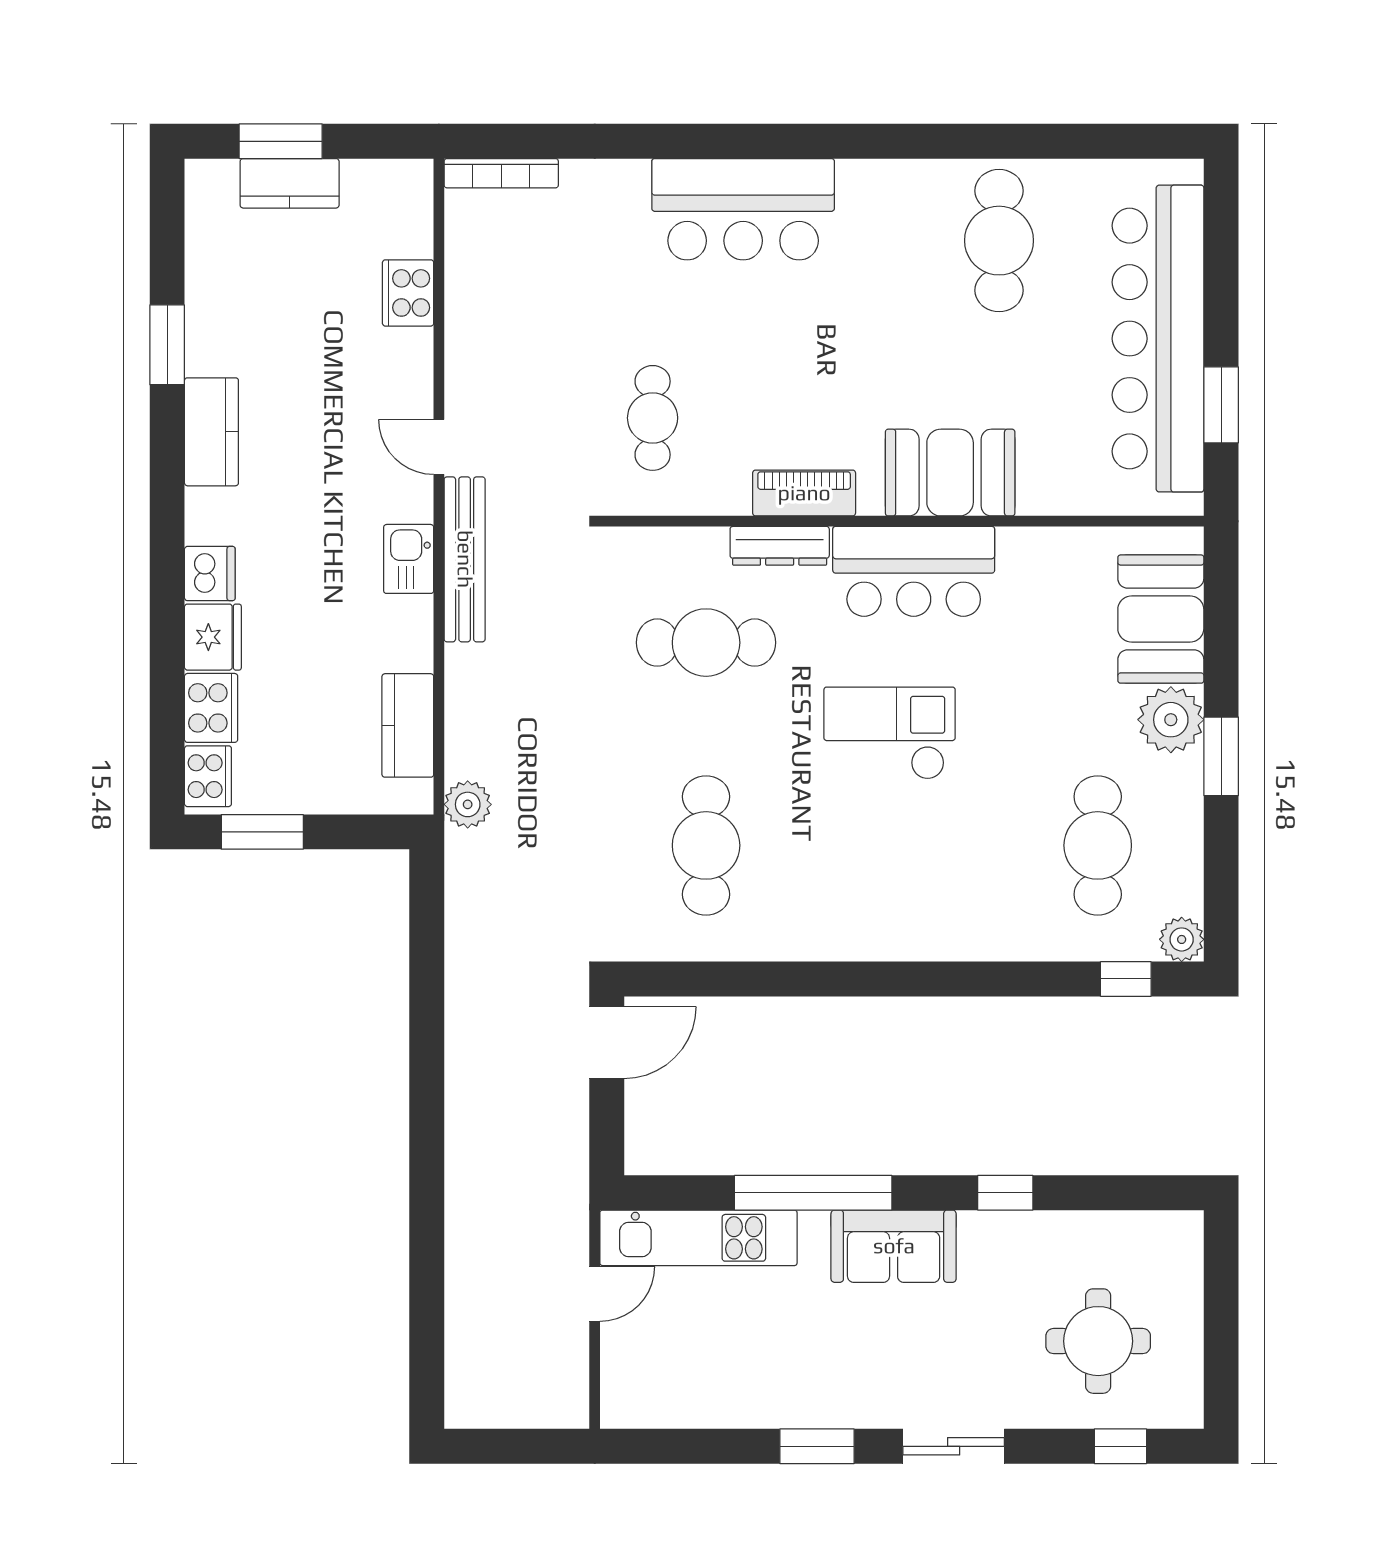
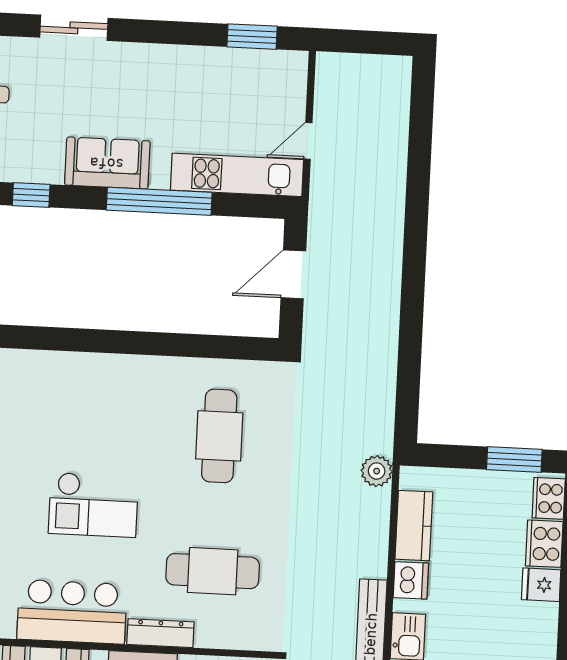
dishwasher: (210, 574) -> (411, 580), moved, turned 180
fridge: (213, 637) -> (541, 585), width x0.72
door: (607, 1043) -> (293, 274), moved
window: (817, 1446) -> (252, 37), moved

